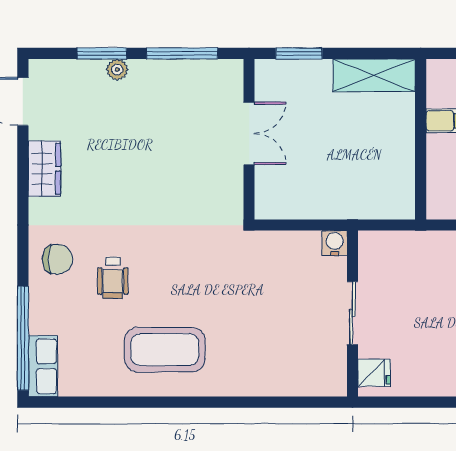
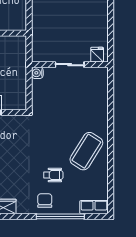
window: (23, 338) -> (60, 216), moved
coffee table: (165, 350) -> (86, 151), turned 32

